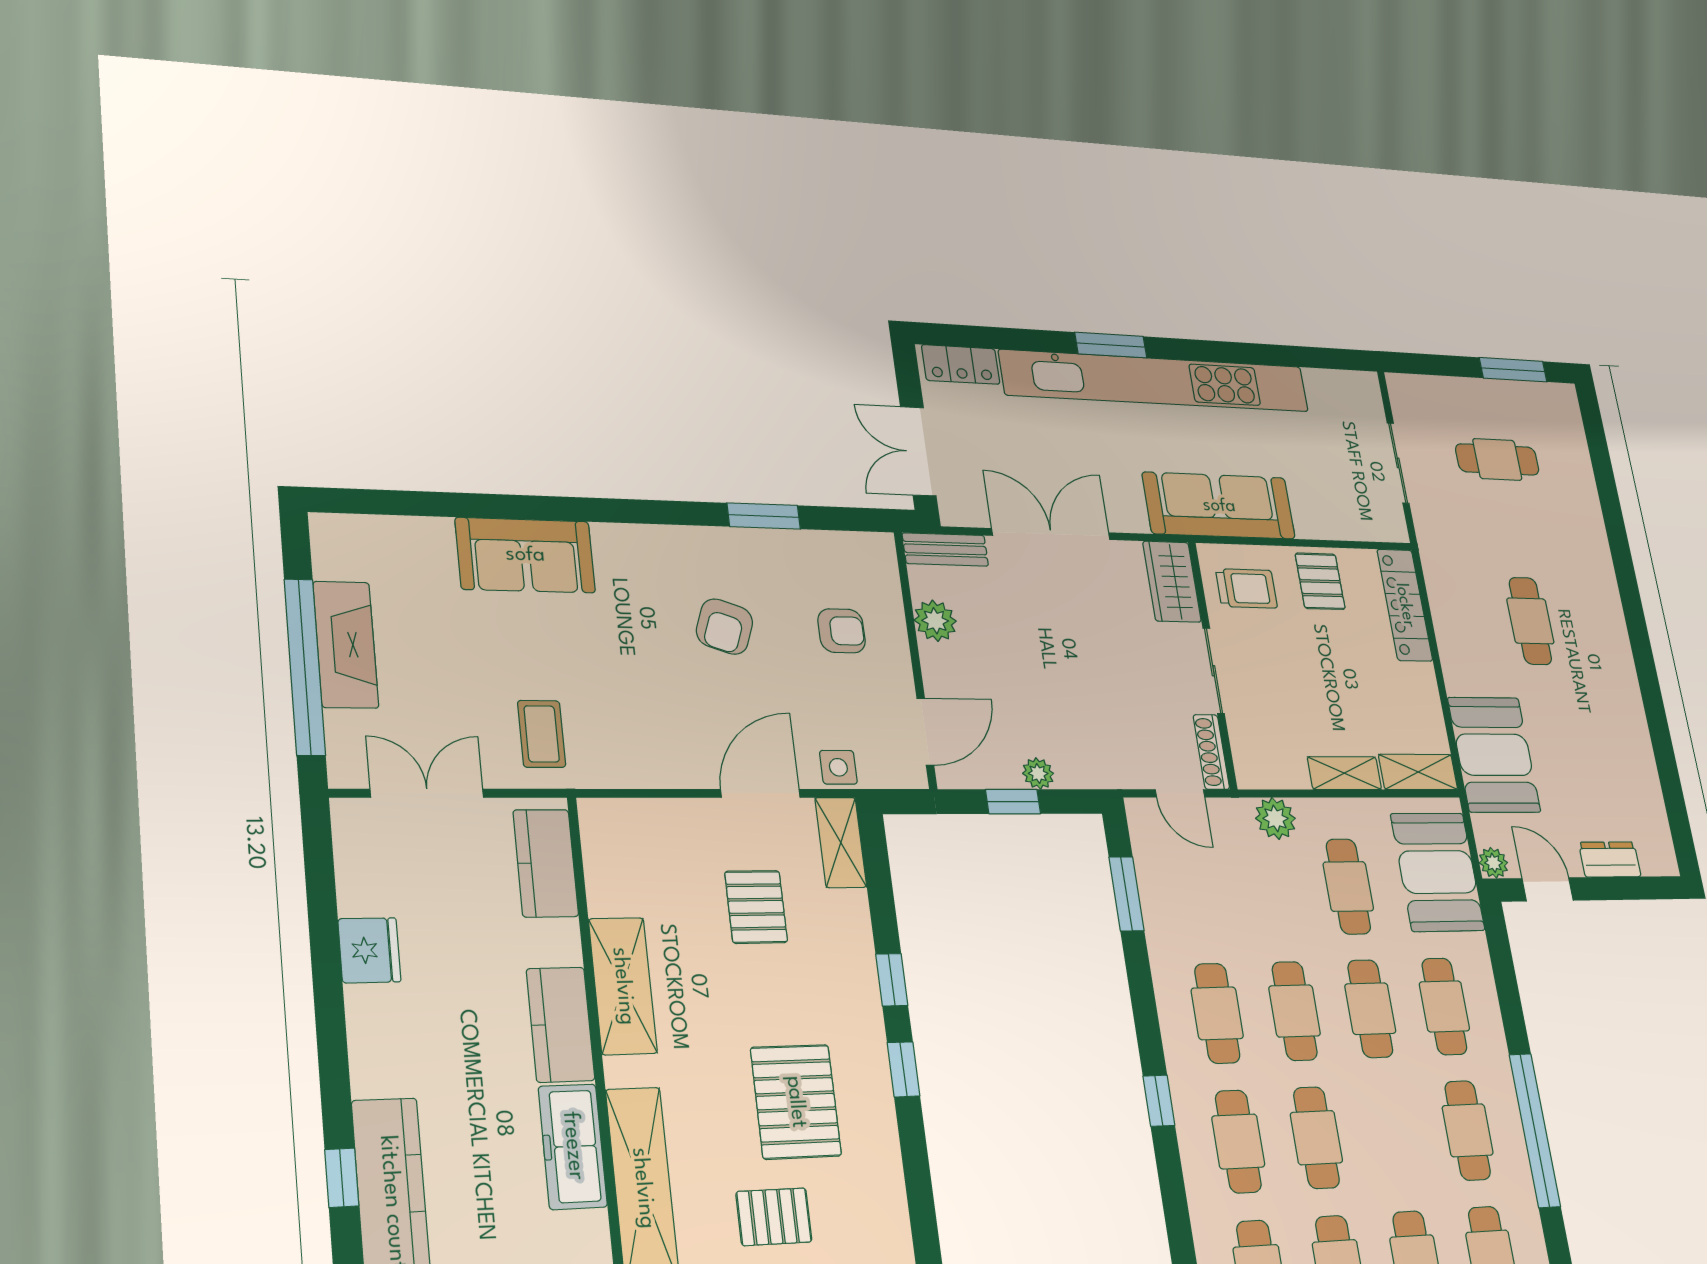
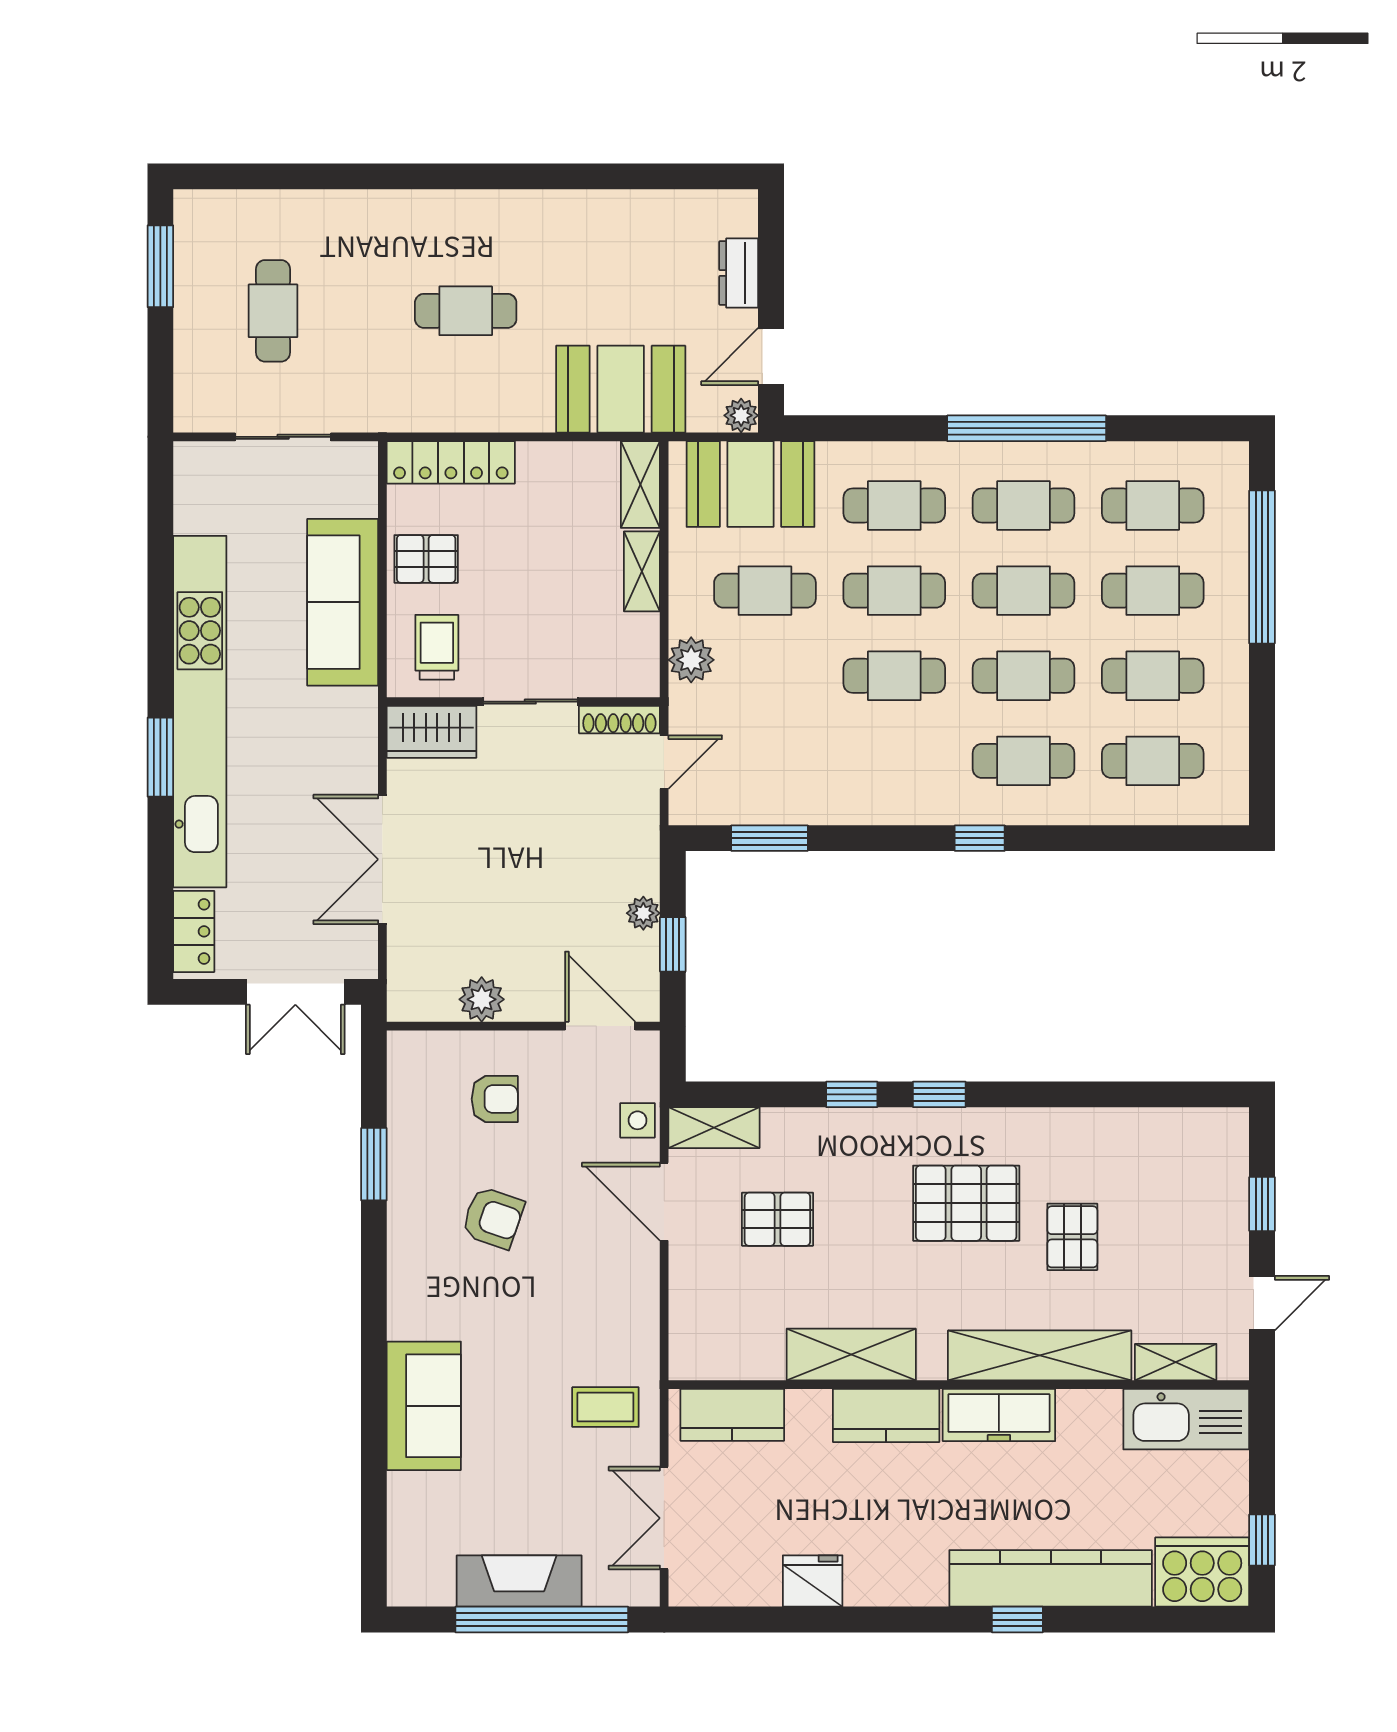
sofa: (1219, 506) -> (343, 602), moved
bench: (945, 549) -> (404, 978), removed
armchair: (842, 631) -> (495, 1099), turned 90
cafe table: (1217, 1013) -> (1023, 591), moved

